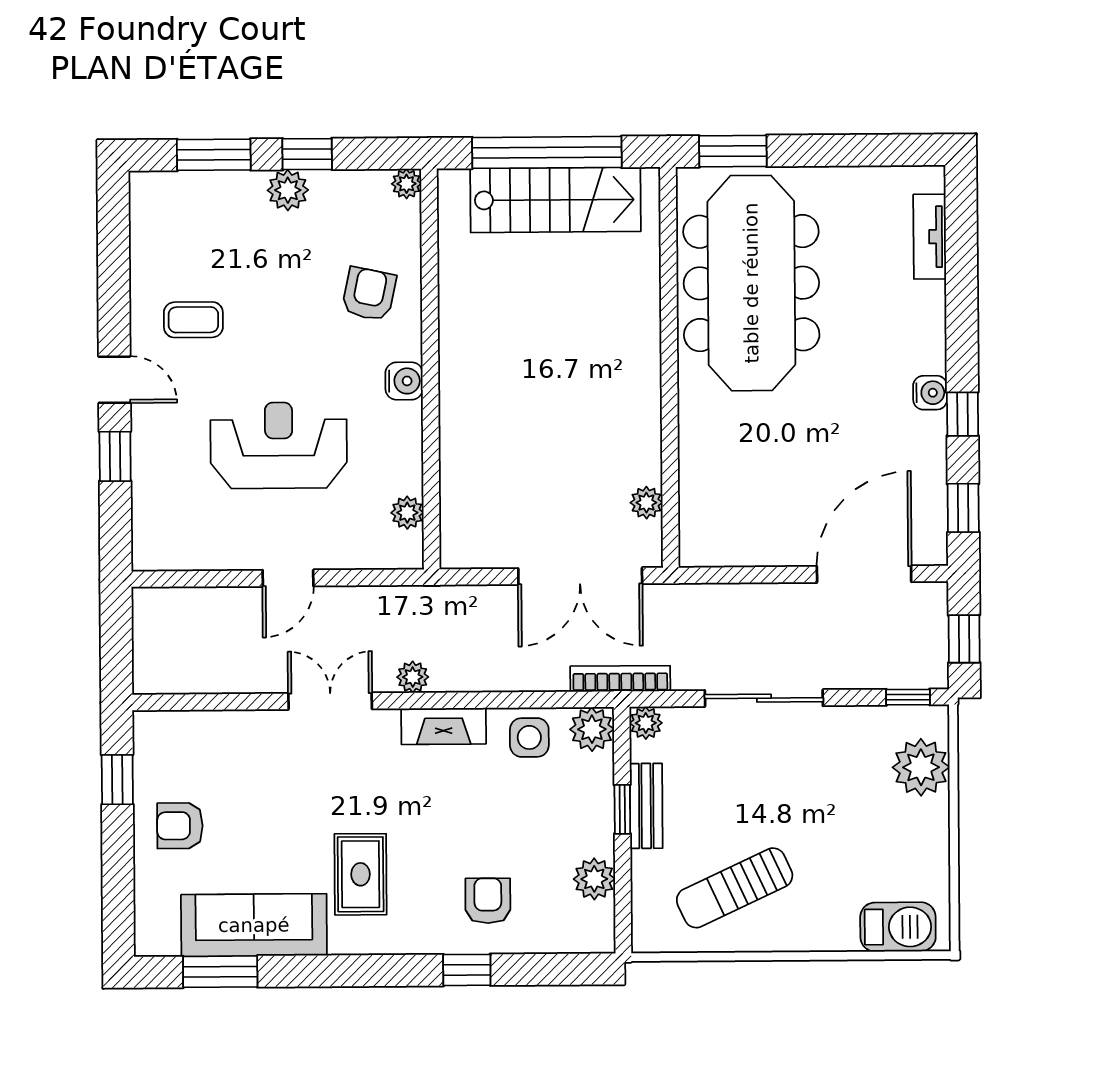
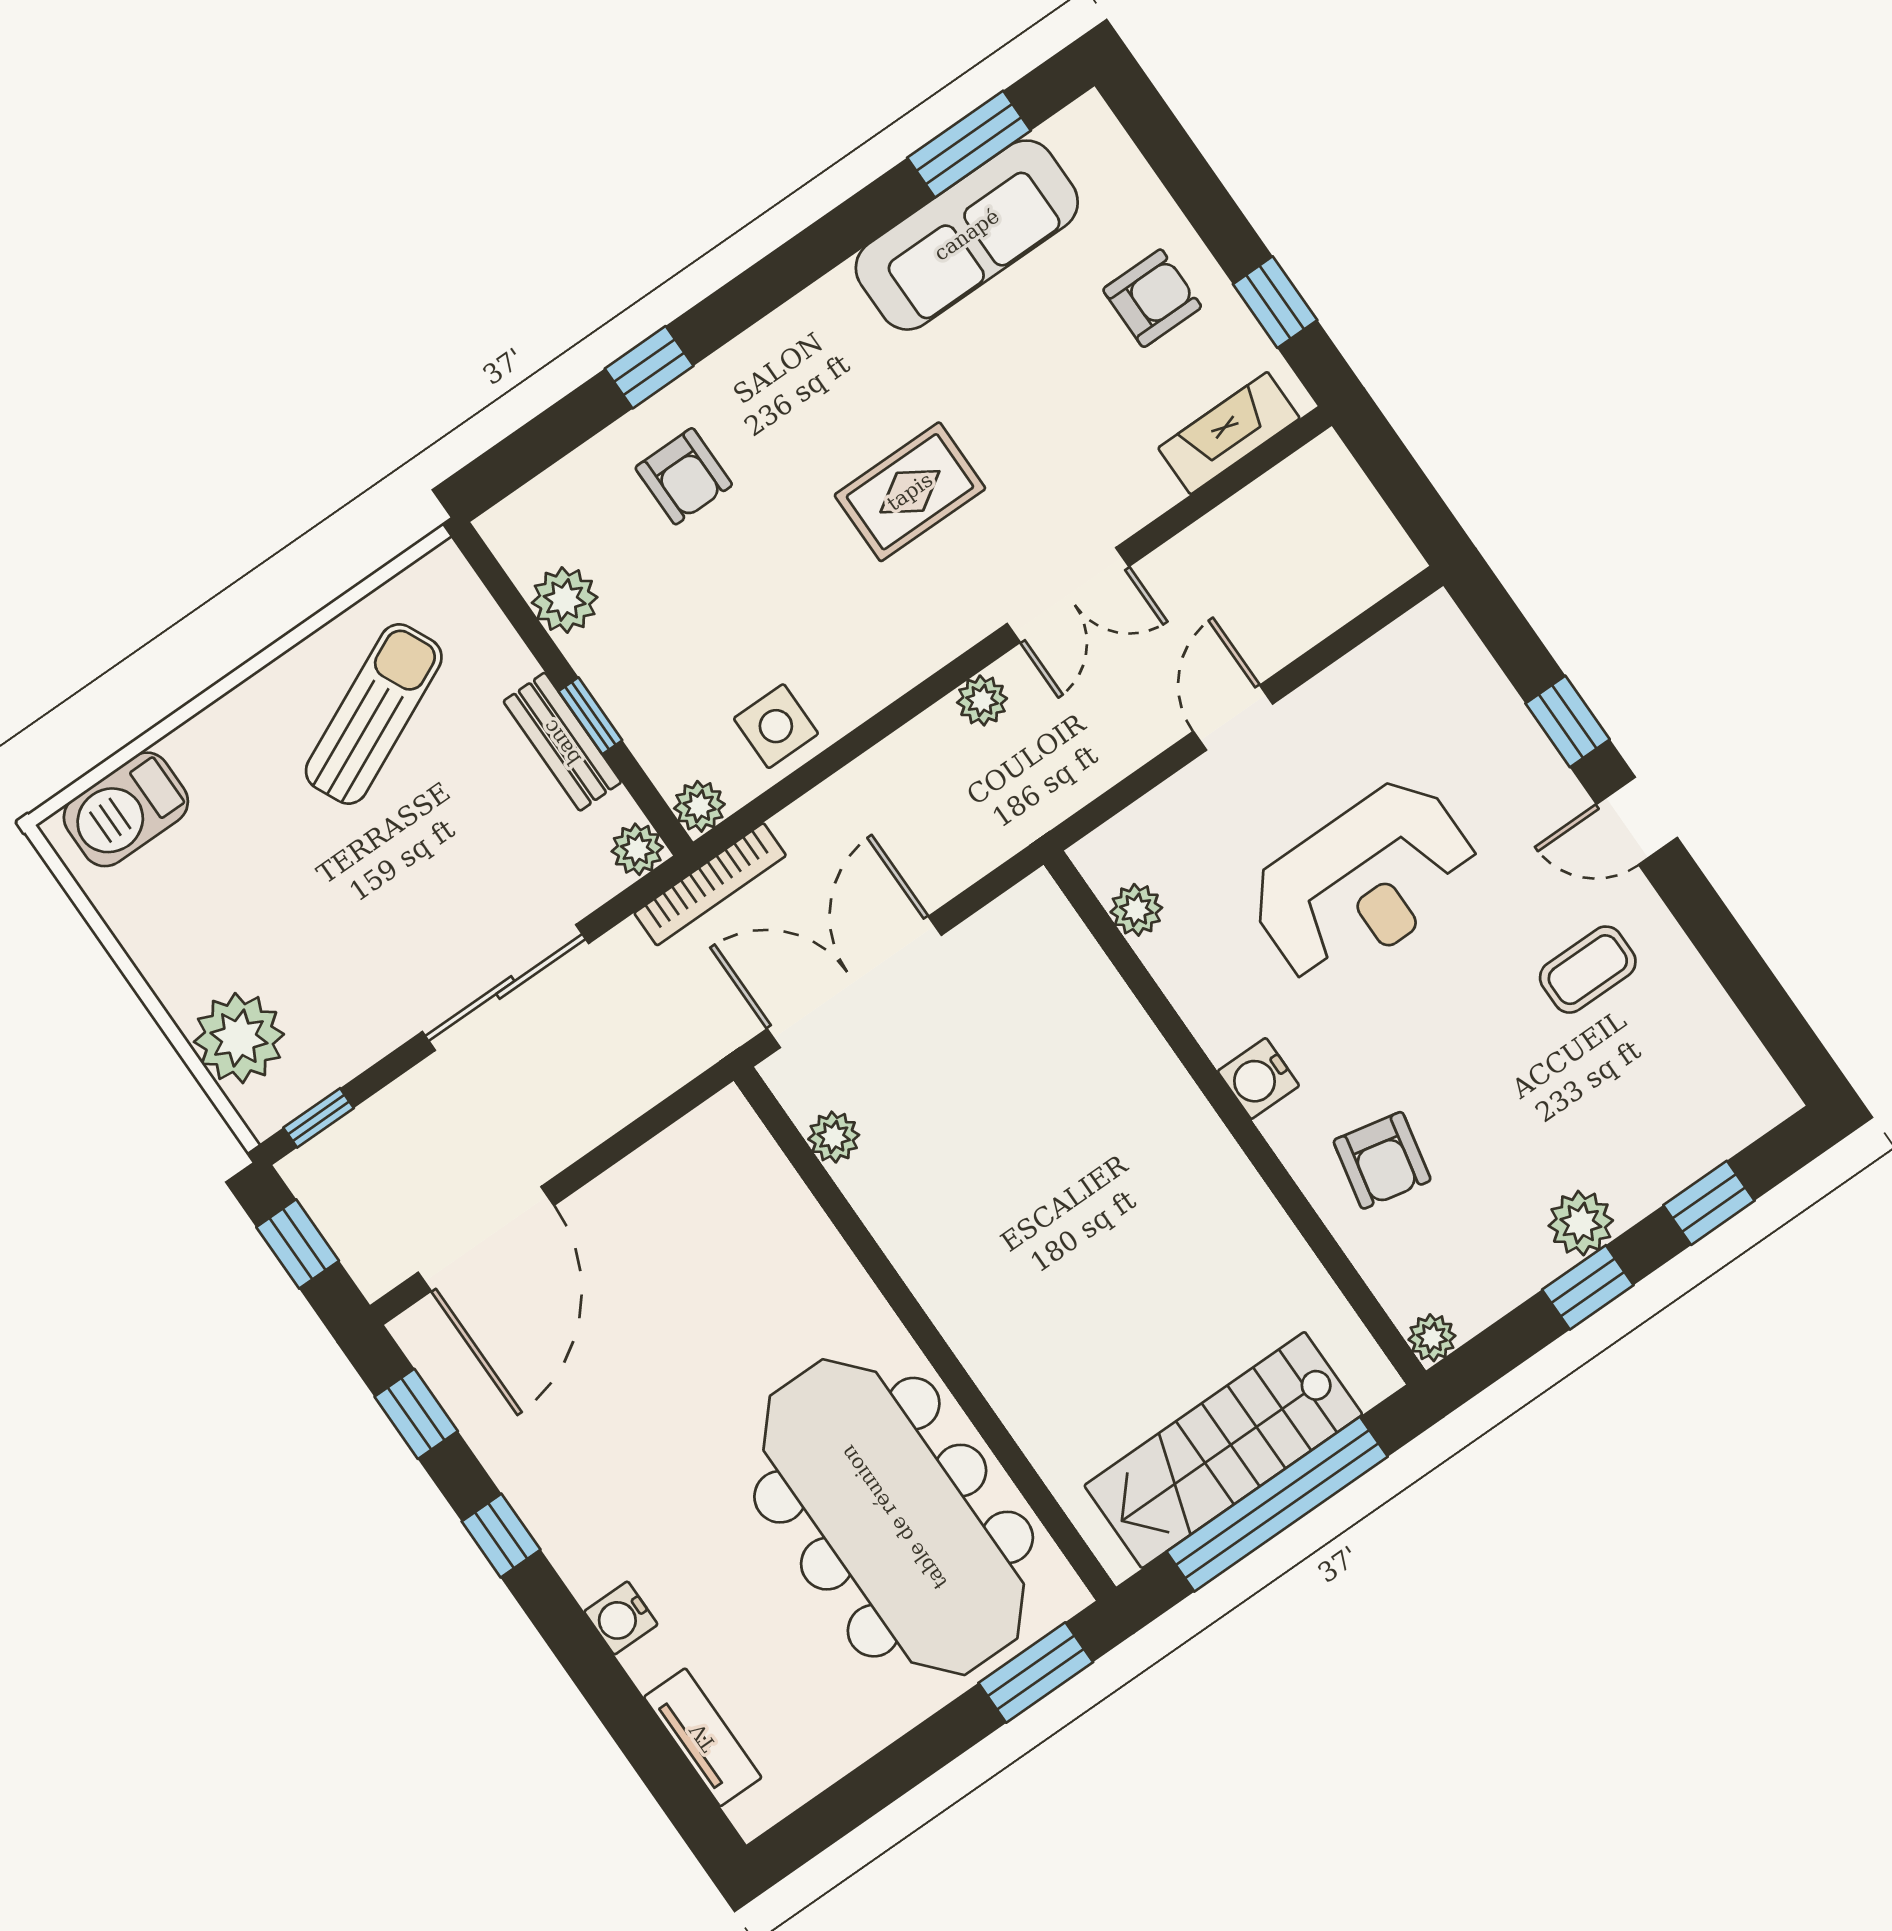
window: (214, 155) -> (1709, 1203), width x0.67
water cooler: (930, 393) -> (621, 1618), moved
fireplace: (444, 726) -> (1229, 433), moved
plant: (592, 729) -> (699, 806), width x0.73, depth x0.73
rug: (361, 874) -> (910, 492), moved, turned 90

